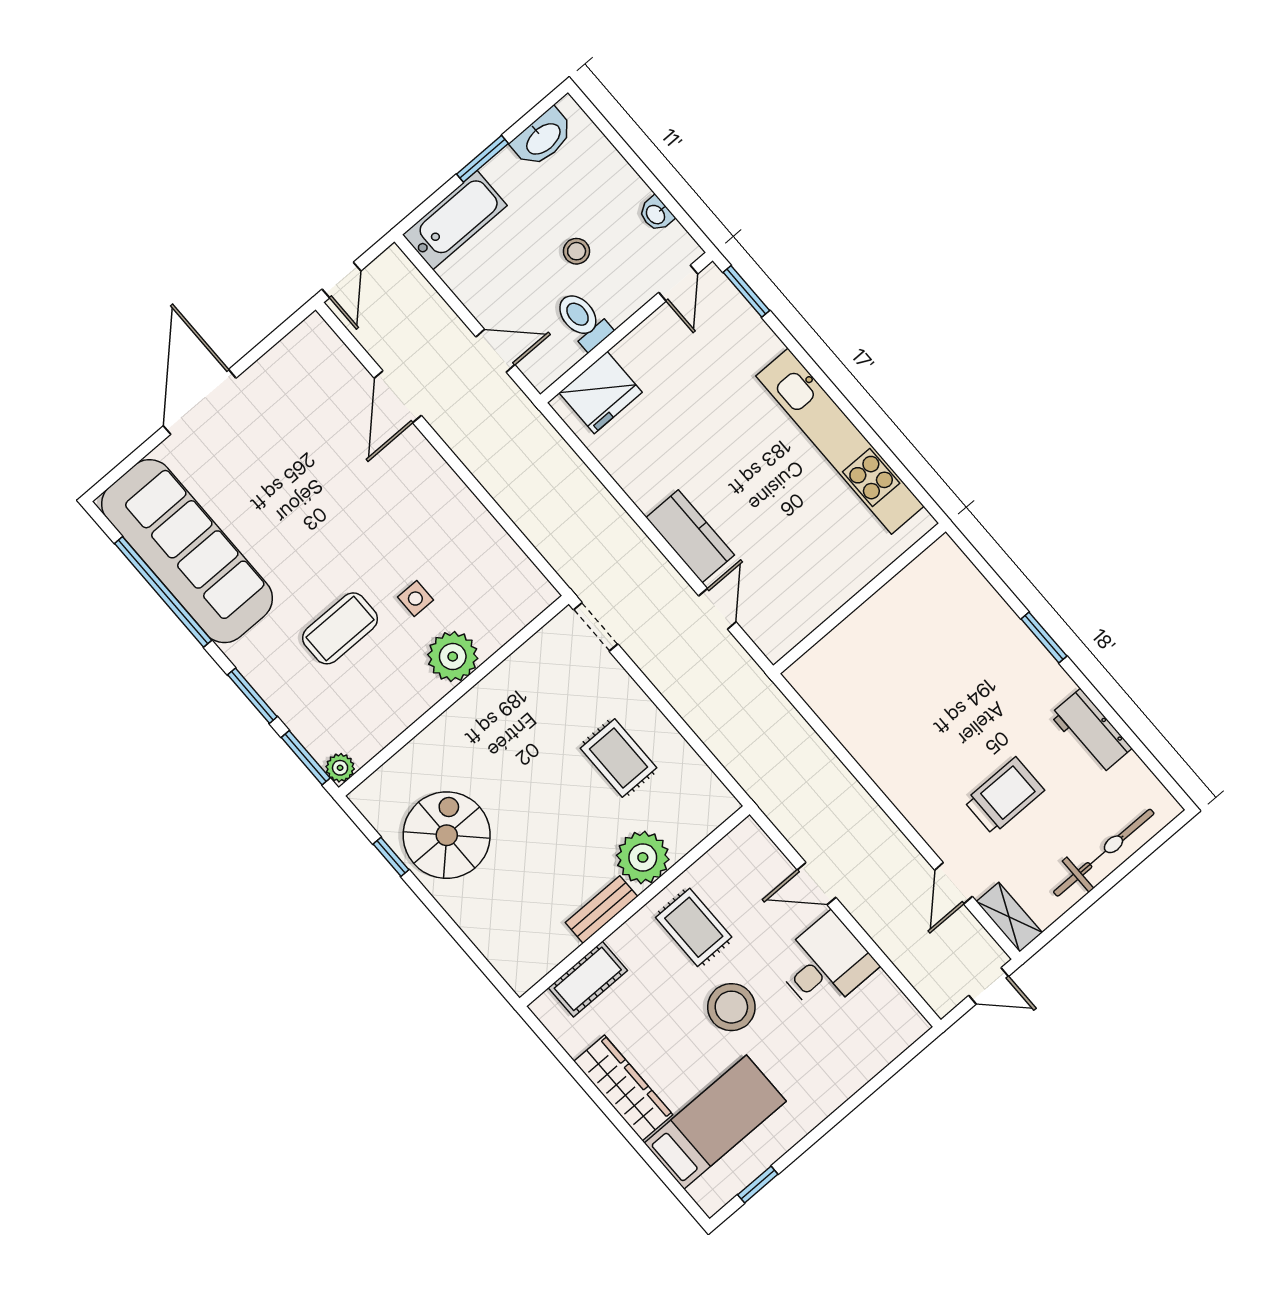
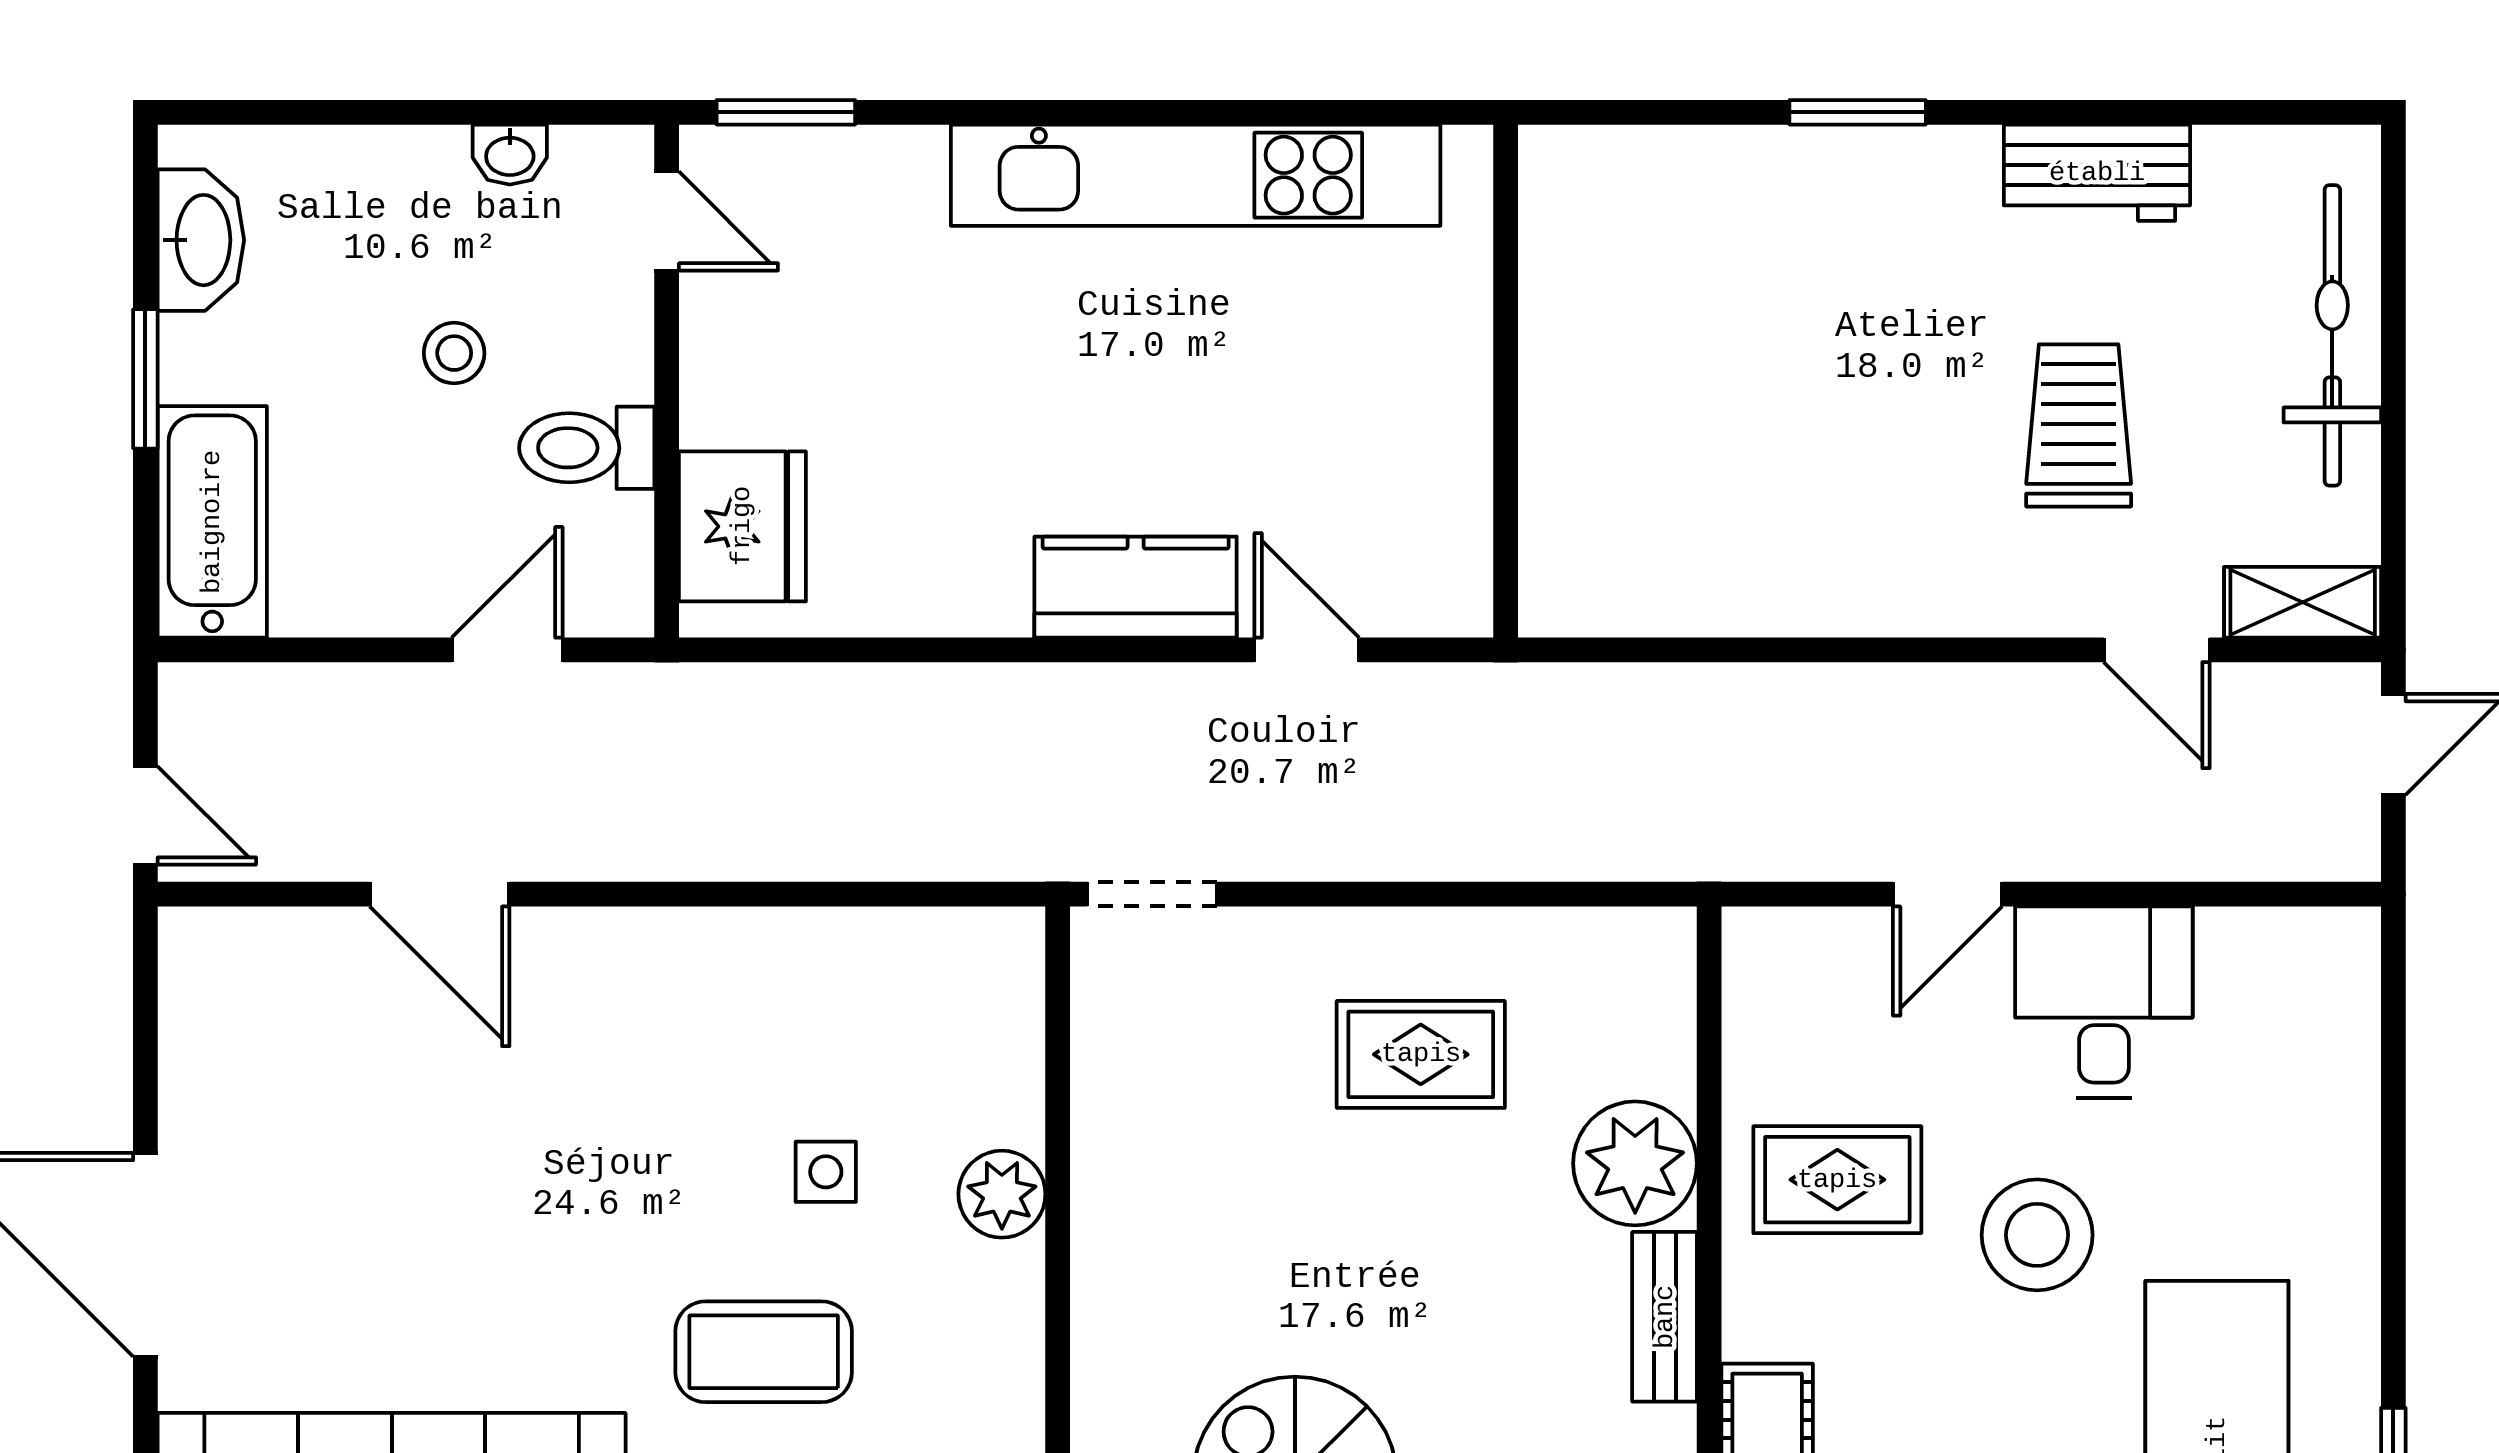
coffee table: (340, 628) -> (764, 1352), turned 90
plant: (453, 657) -> (1002, 1194), width x0.73, depth x0.73

